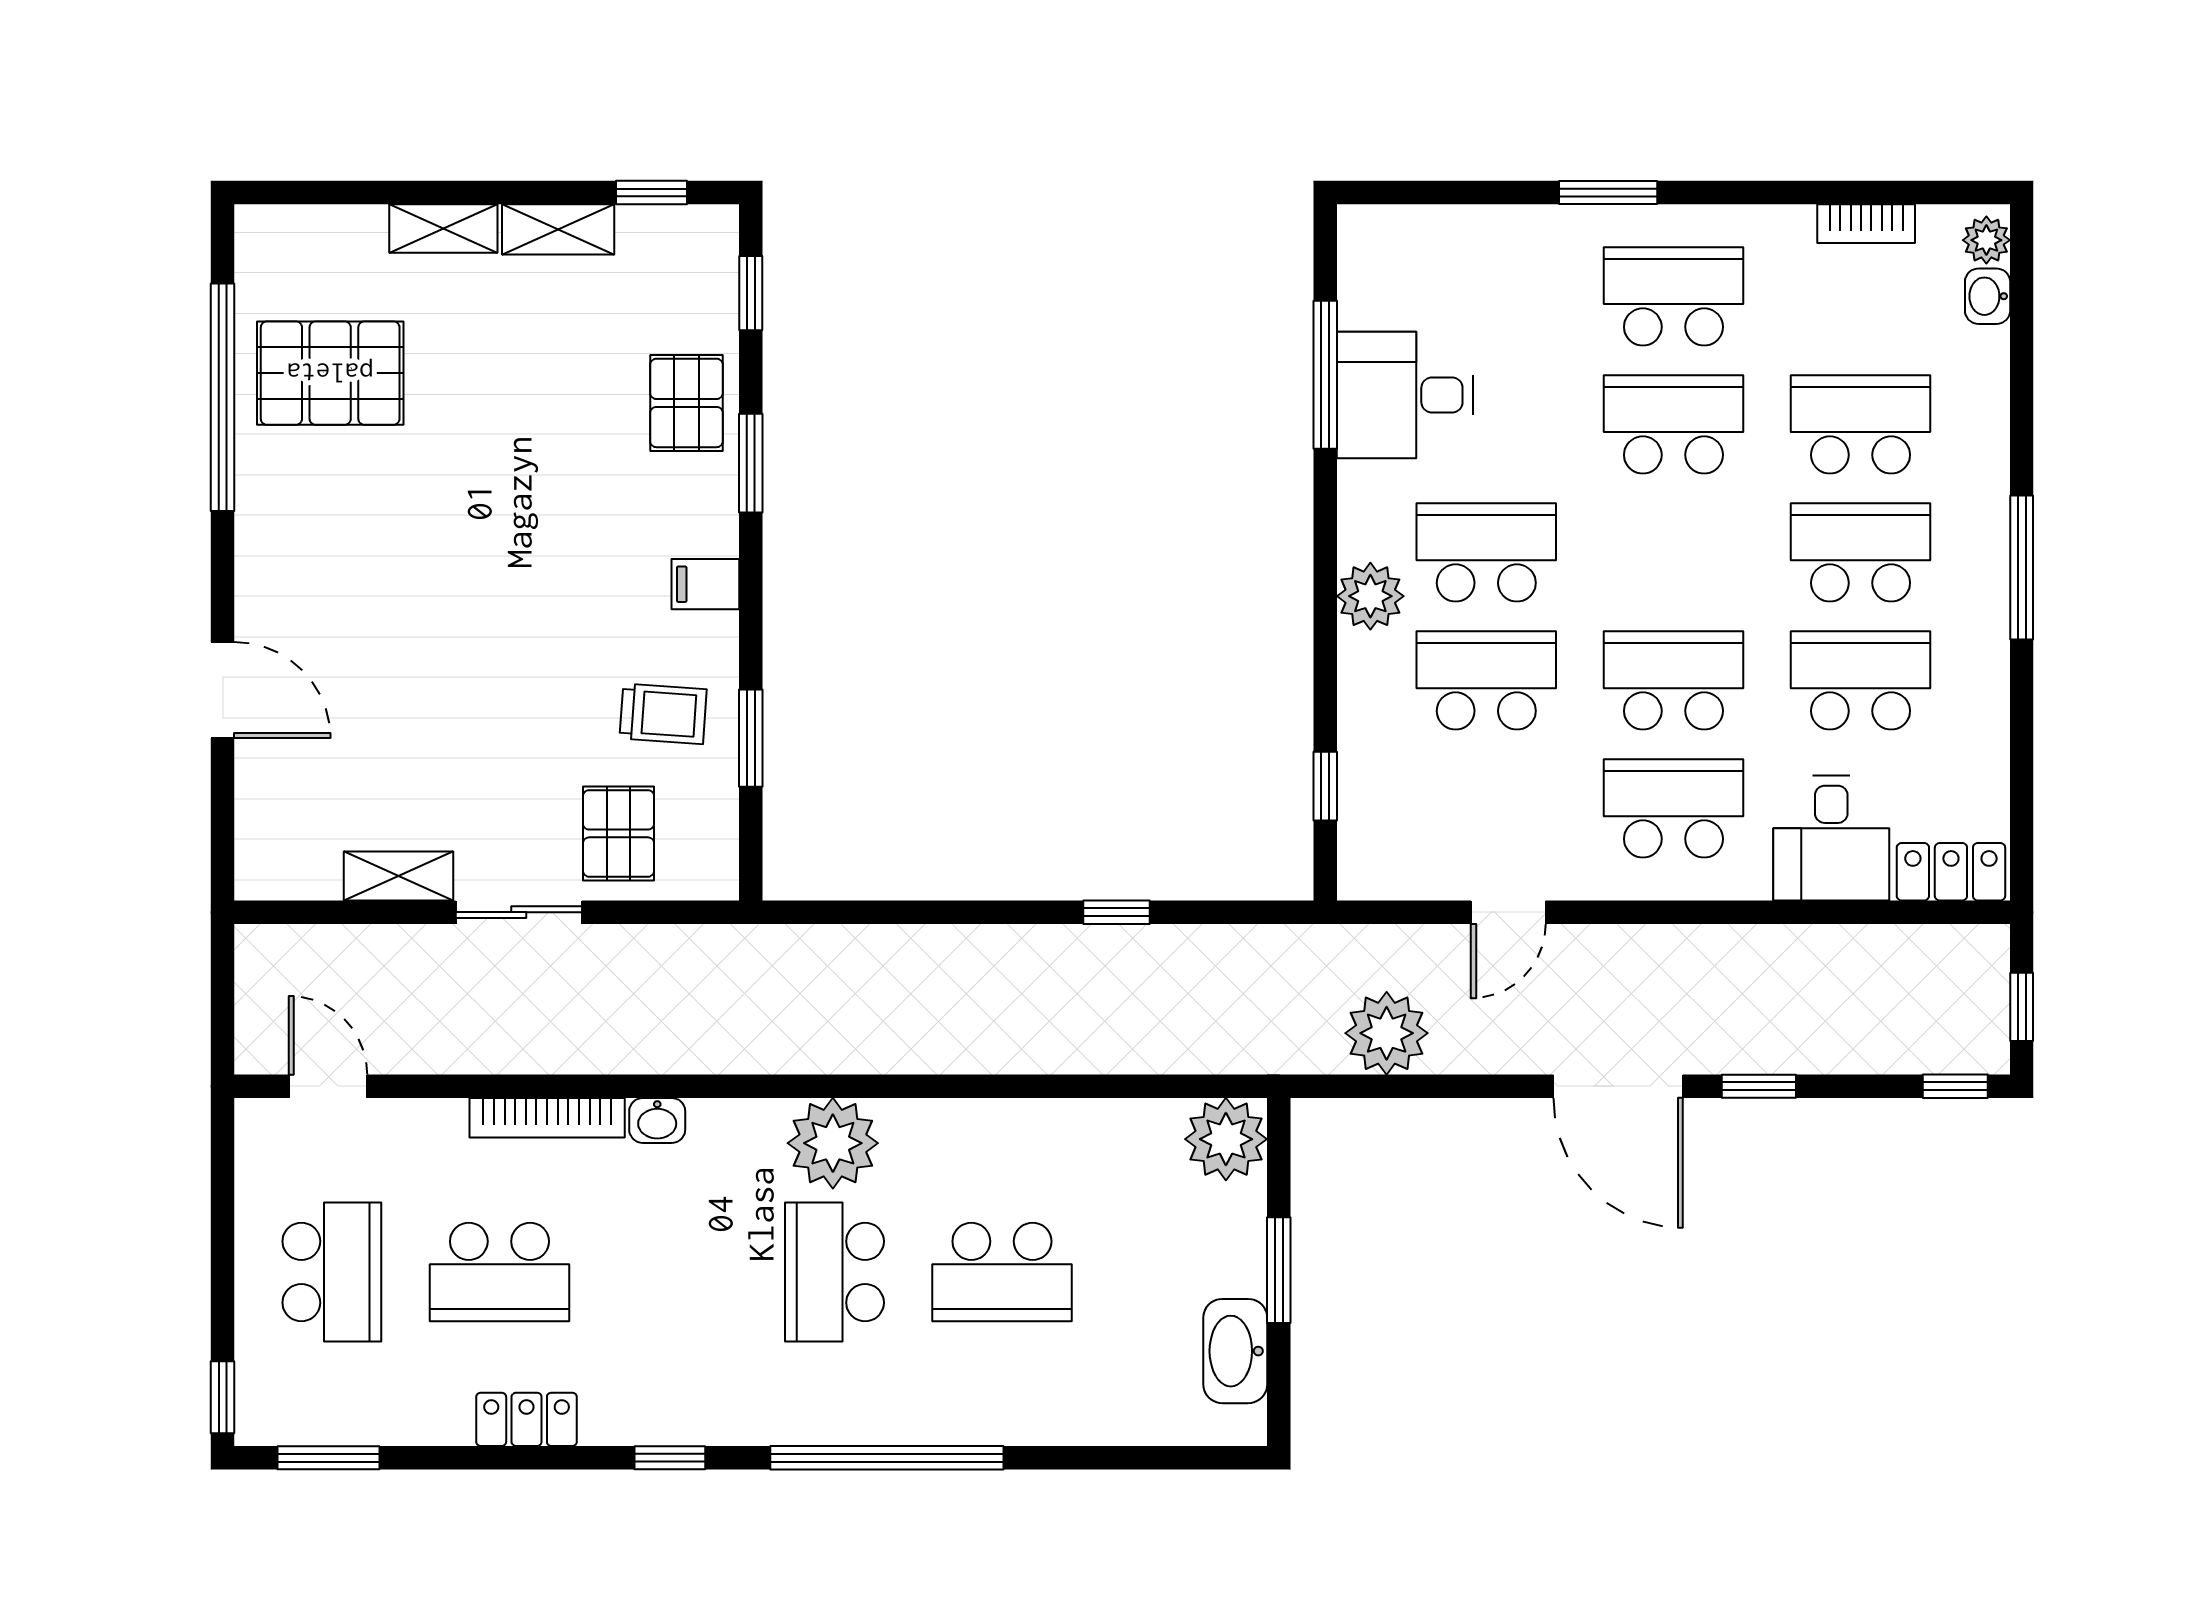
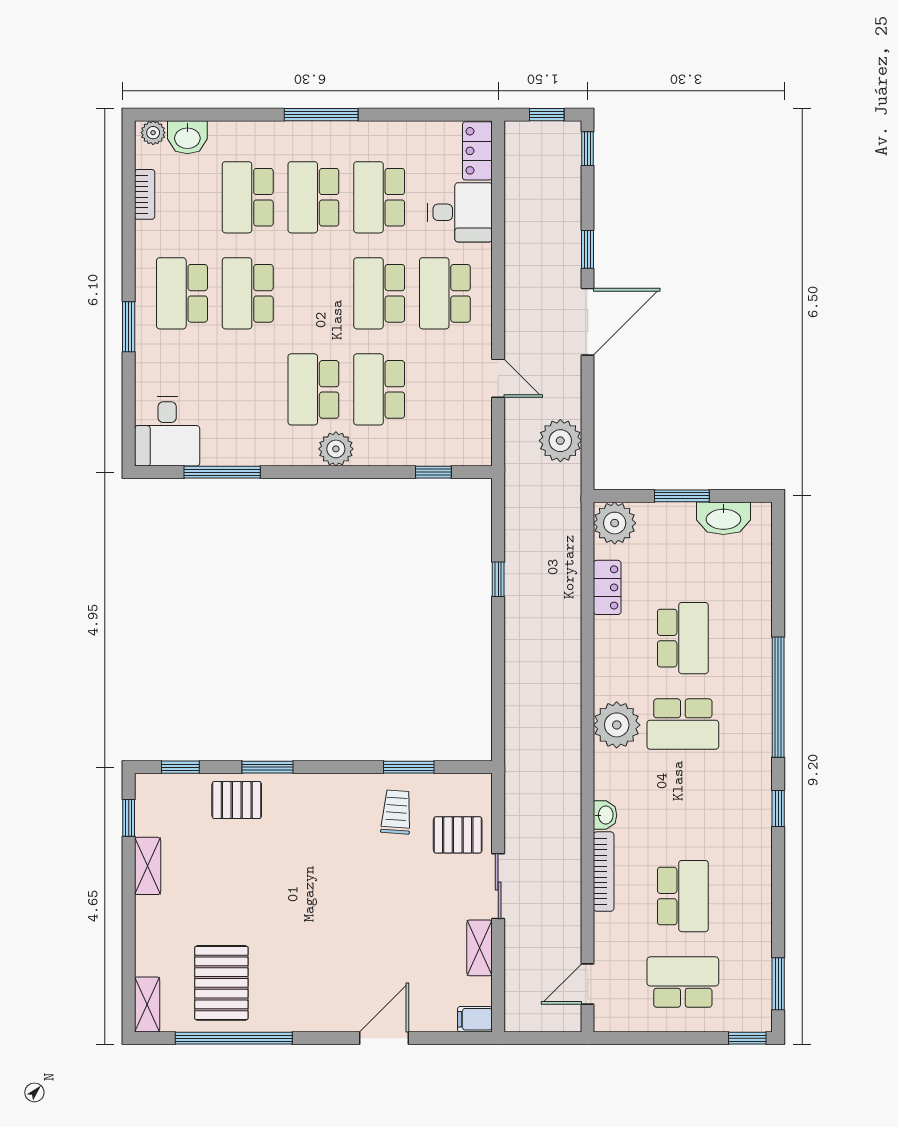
shelving: (443, 228) -> (147, 1004), moved
washbasin: (1988, 296) -> (187, 137), width x1.38, depth x1.45
desk: (1405, 395) -> (167, 431), moved
filing cabinet: (705, 584) -> (475, 1019), moved, turned 90
locker: (527, 1419) -> (607, 587), moved, turned 180

